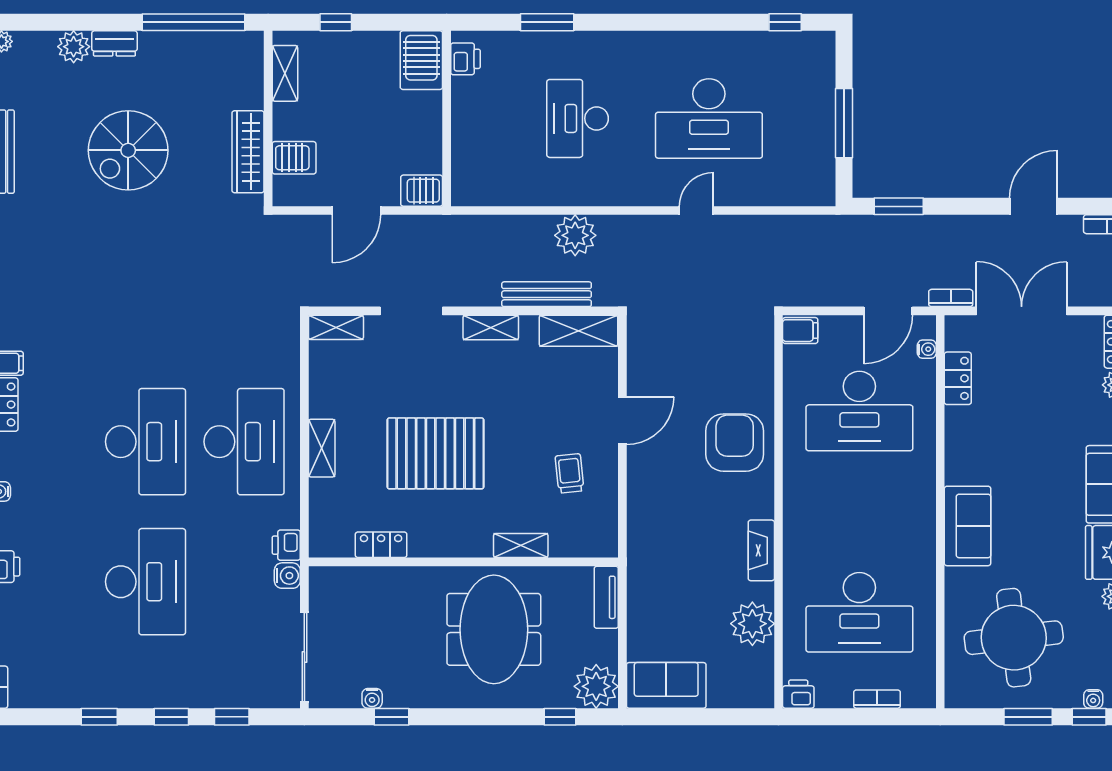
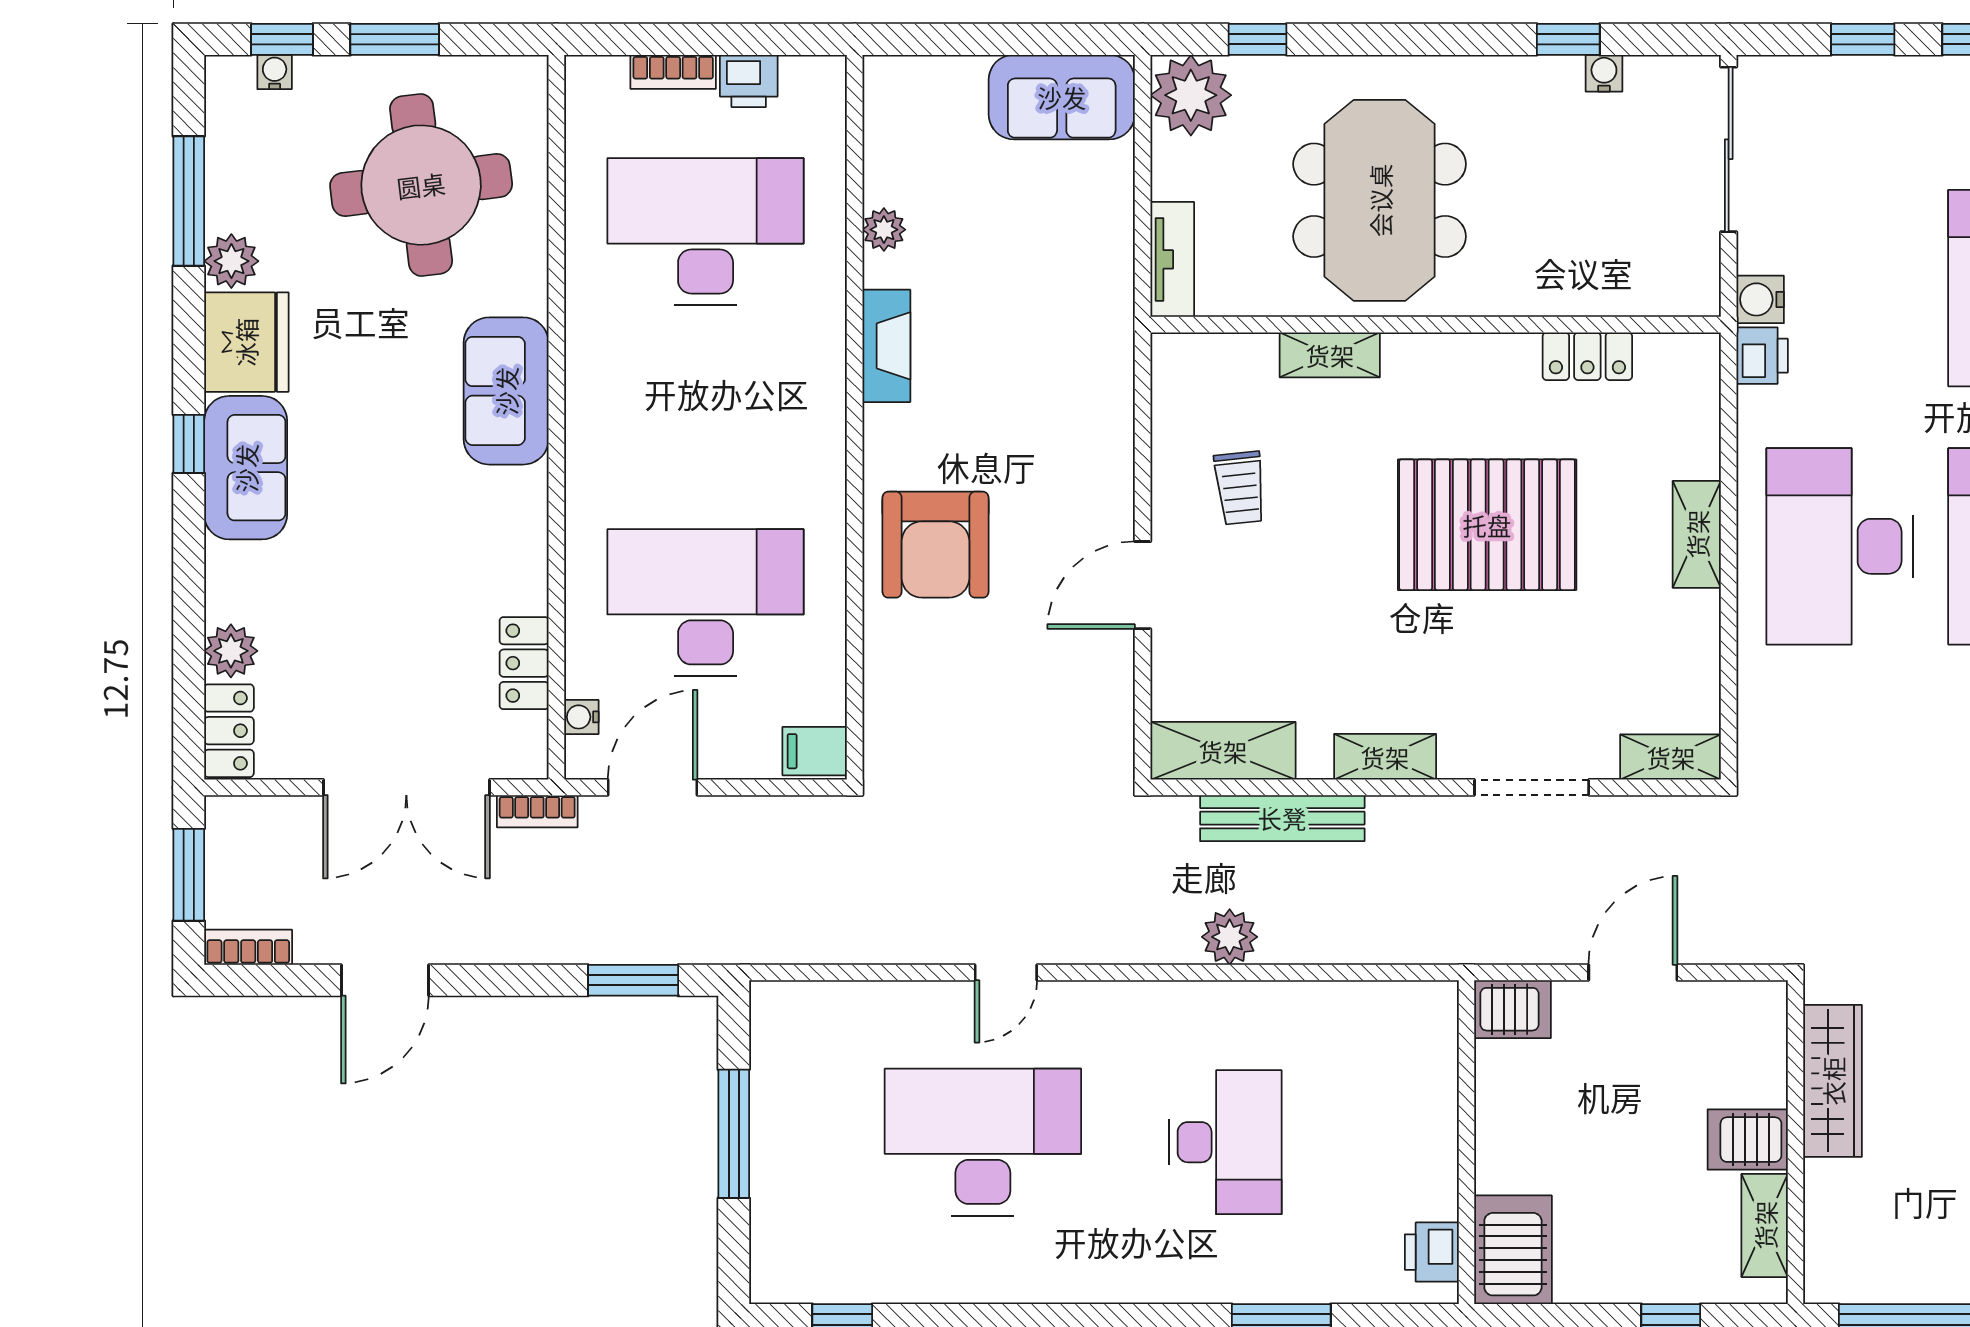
server rack: (294, 158) -> (1748, 1140), moved
plant: (575, 235) -> (1230, 937), width x0.73, depth x0.73
plant: (752, 624) -> (884, 230), width x0.53, depth x0.53
printer: (798, 694) -> (749, 81), moved

